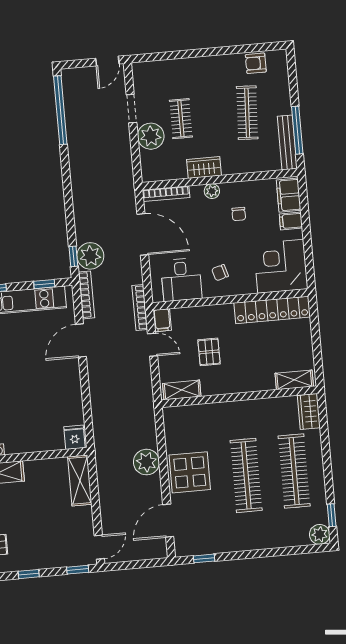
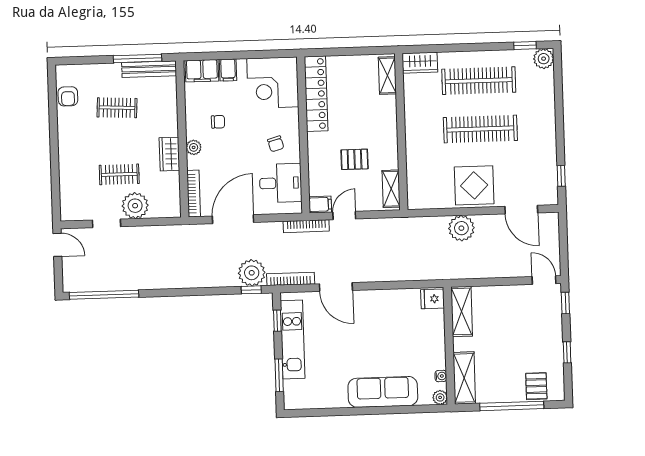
clothes rail: (247, 113) -> (117, 108), width x0.73
shelving: (80, 480) -> (462, 311), moved, turned 90

